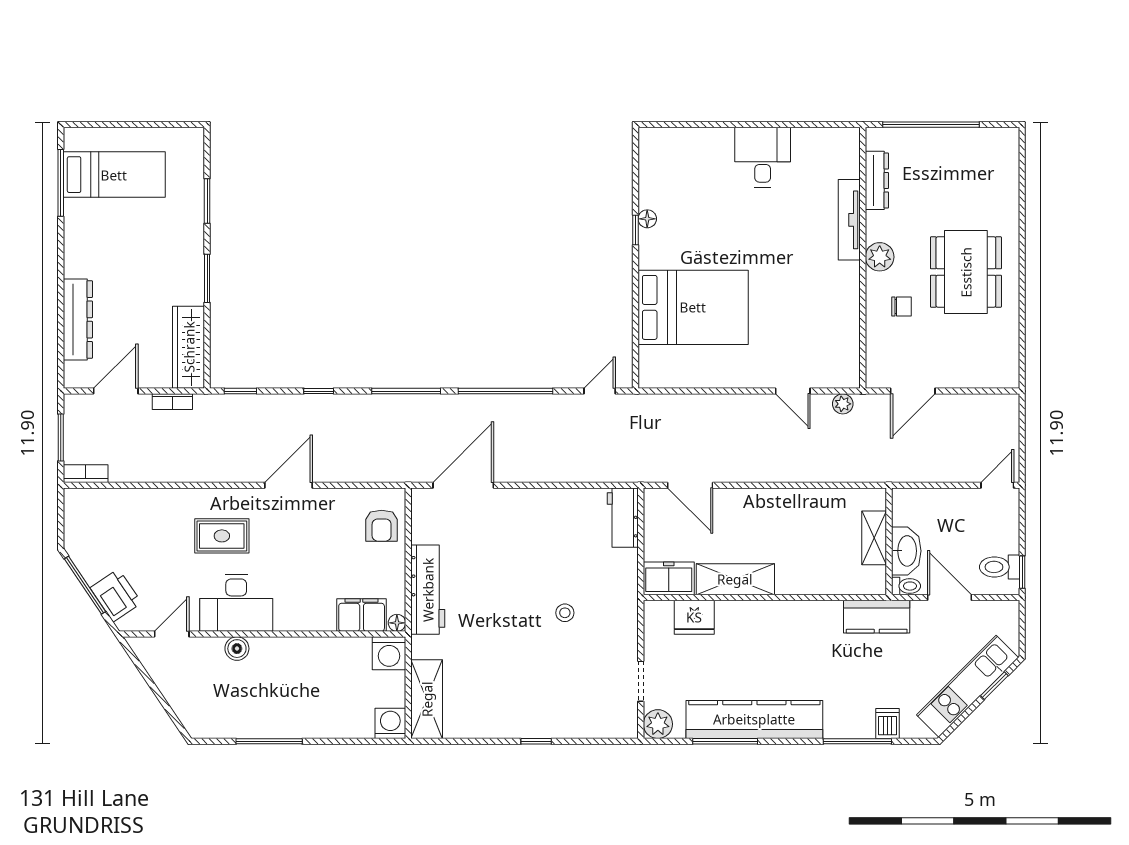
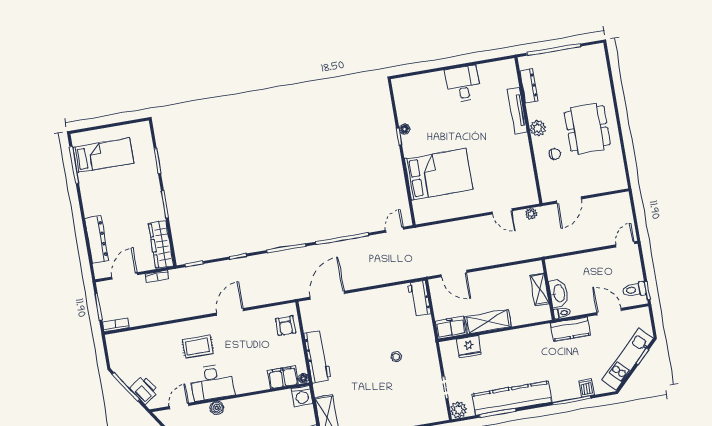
shelving: (874, 538) -> (540, 289), moved
wall: (889, 541) -> (548, 290), moved
washbasin: (906, 551) -> (559, 293), moved
toilet: (906, 586) -> (562, 313), moved

